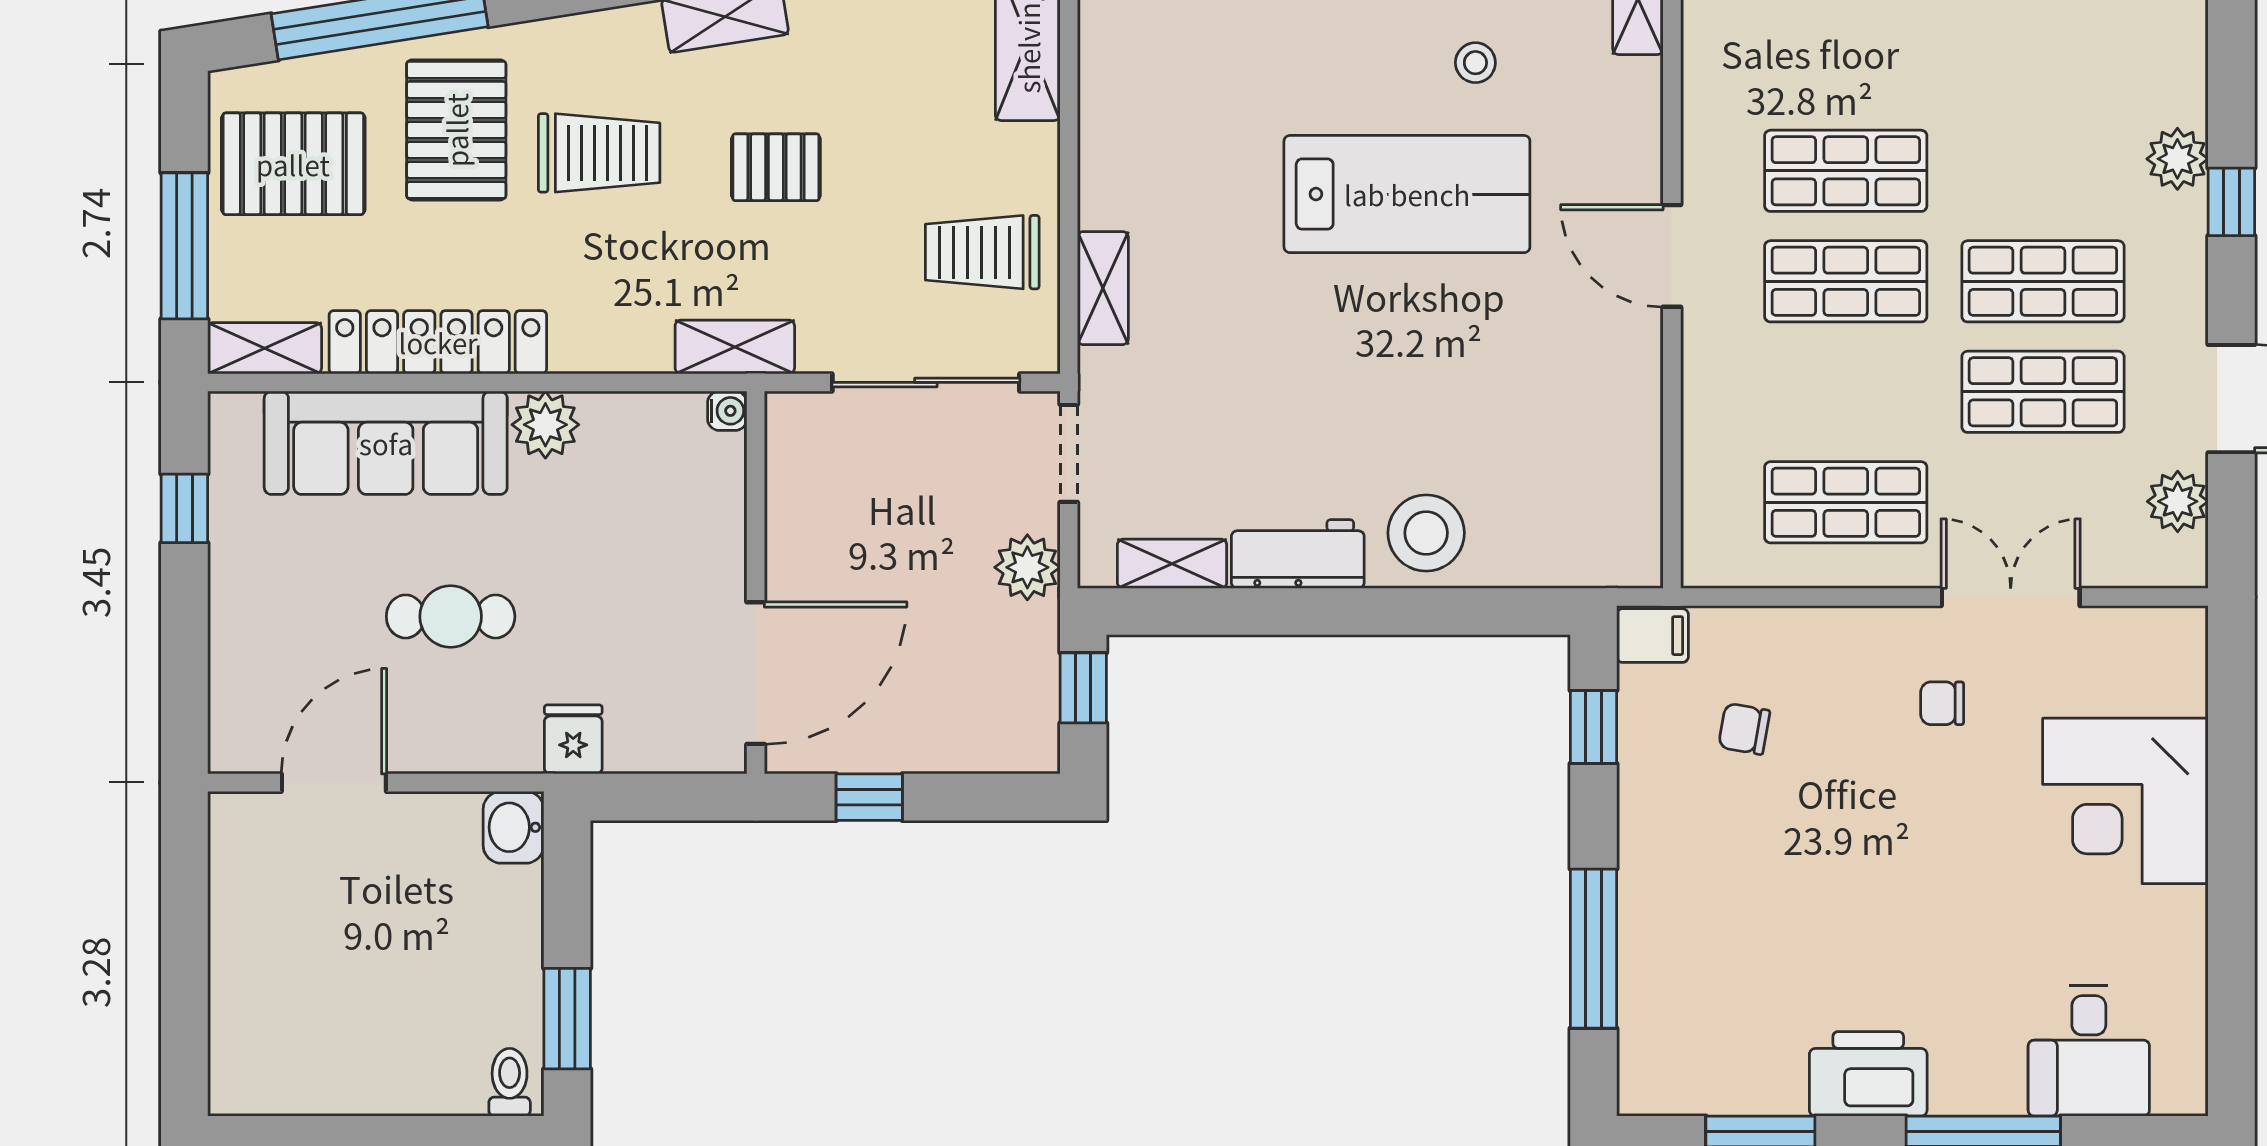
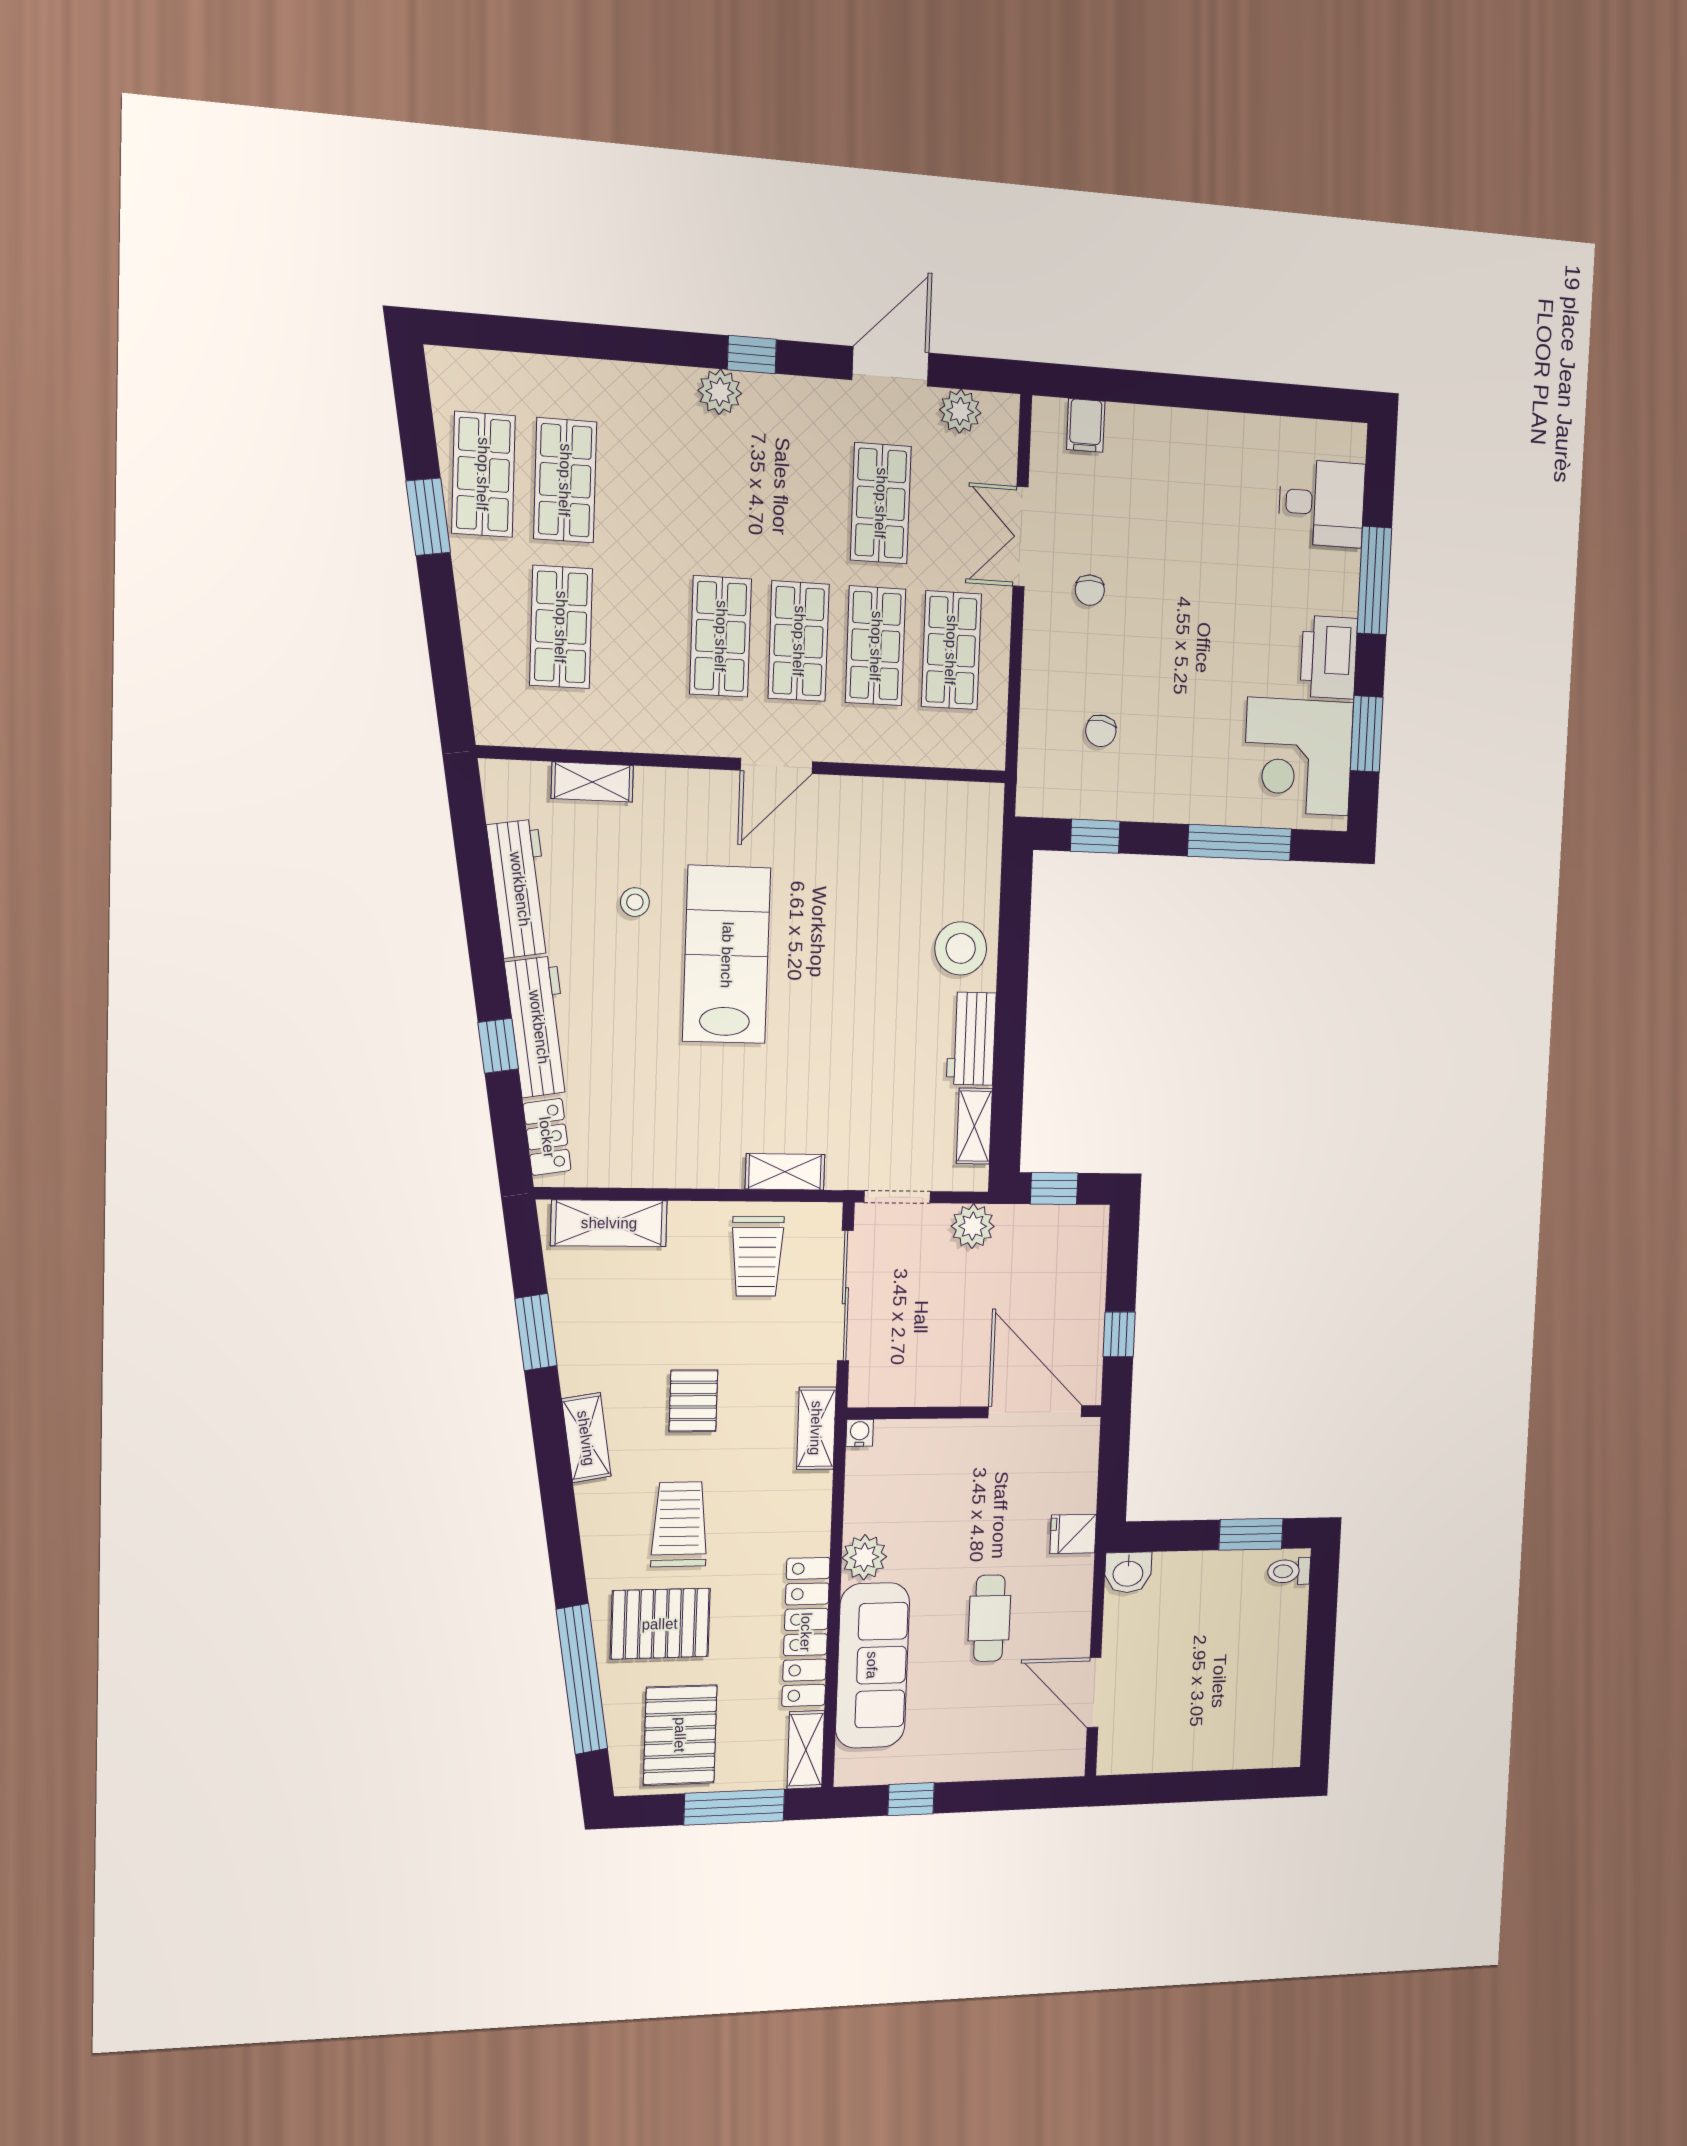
shop shelf: (2043, 281) -> (876, 646), moved
filing cabinet: (1653, 636) -> (1086, 425), moved, turned 180
corner desk: (2125, 801) -> (1298, 757), moved, turned 90

